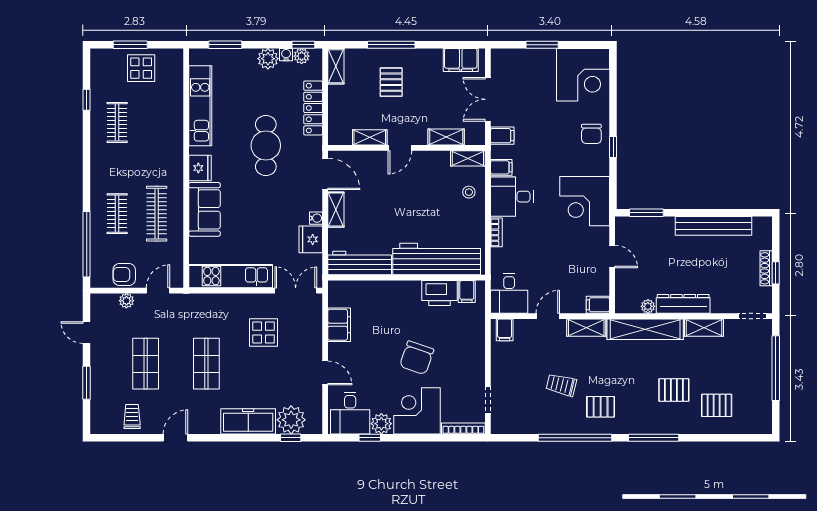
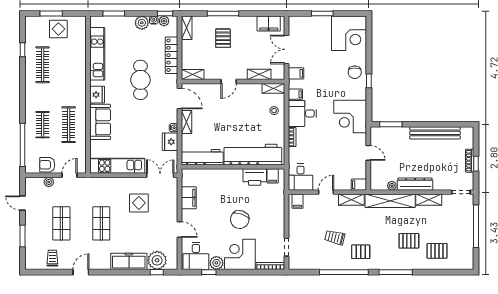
clothes rail: (117, 122) -> (43, 65), width x1.36
shelving: (370, 137) -> (193, 75), moved

